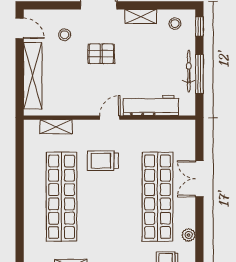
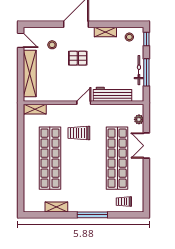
shelving: (56, 127) -> (35, 109), moved
plant: (189, 235) -> (139, 119), moved

